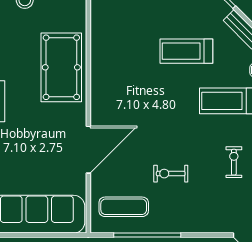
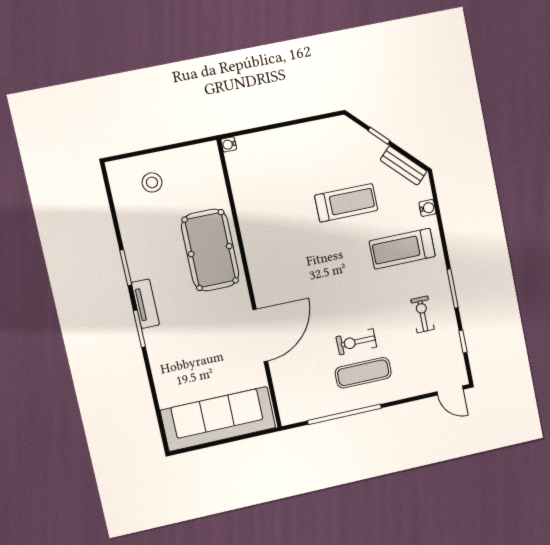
treadmill: (186, 51) -> (346, 203), turned 180
exercise mat: (124, 207) -> (363, 373), moved

